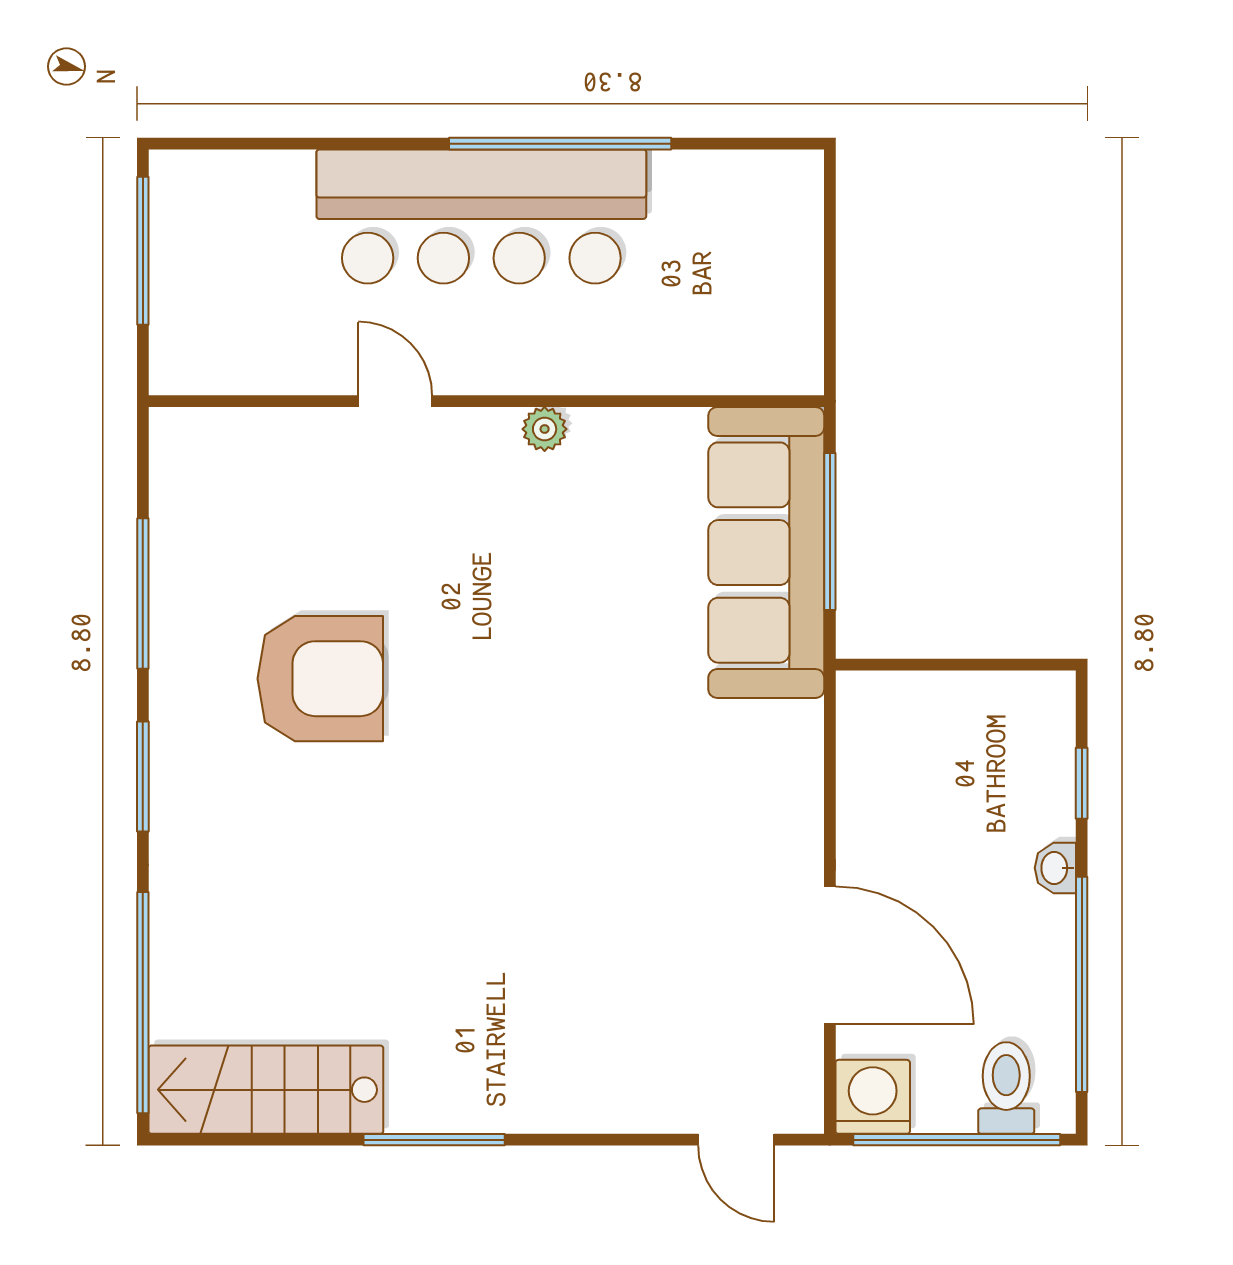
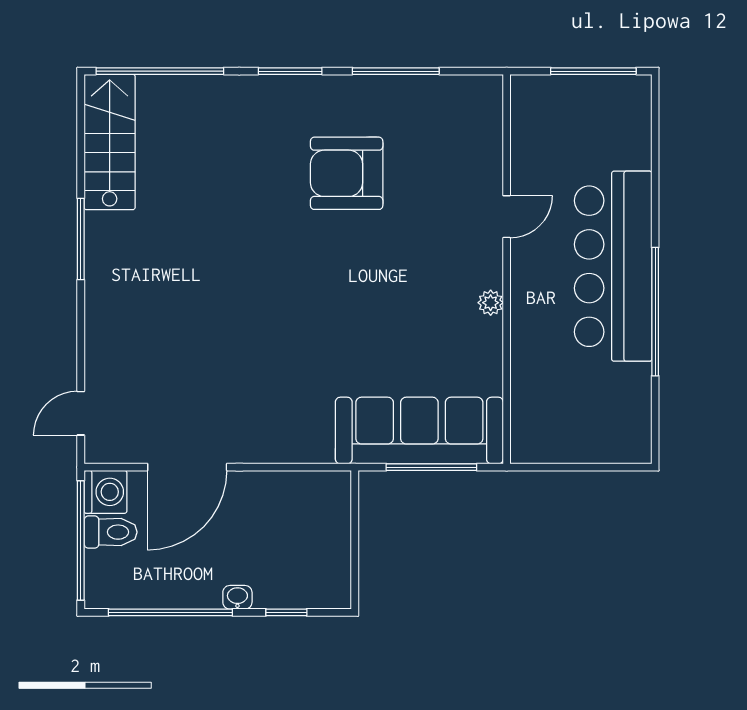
armchair: (320, 679) -> (347, 173), turned 90
toilet: (1006, 1088) -> (111, 532), moved

